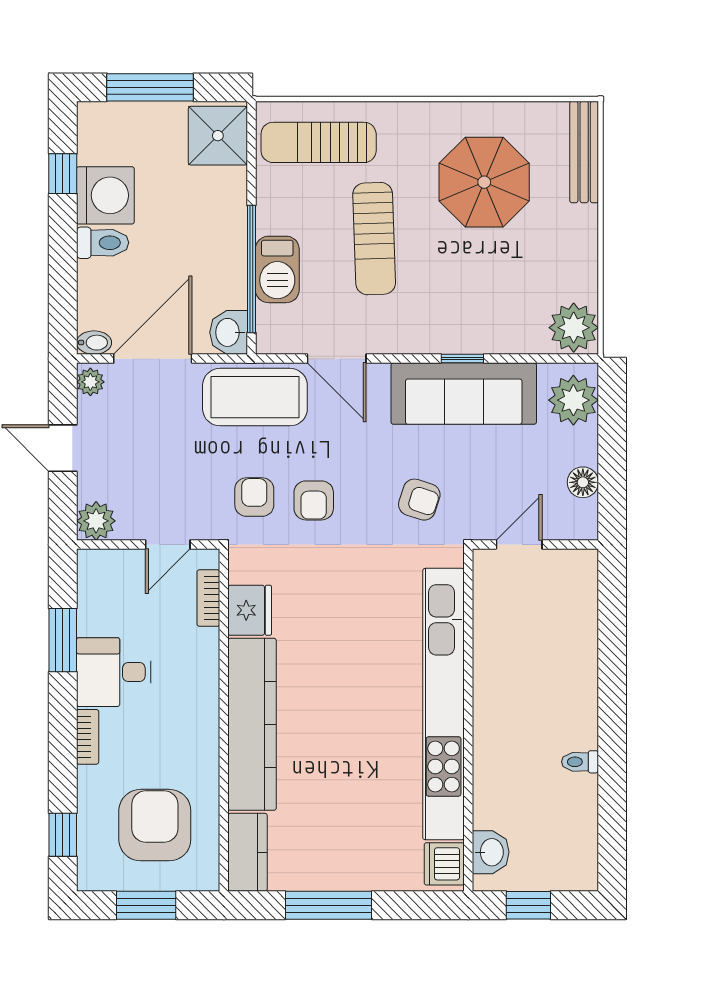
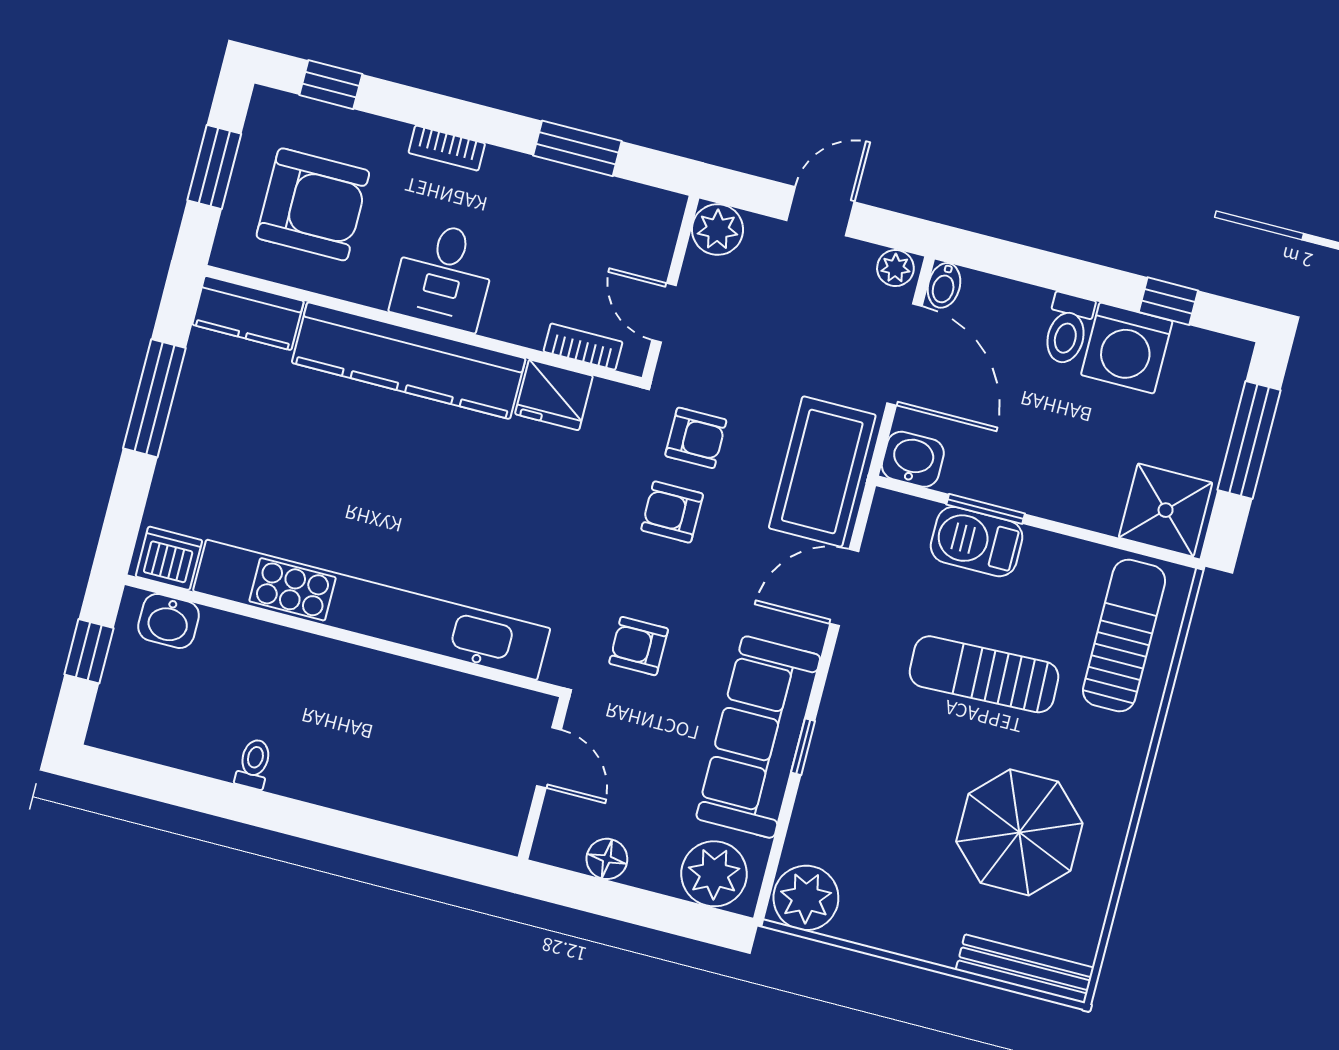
window: (251, 269) -> (986, 509), width x0.47
armchair: (419, 500) -> (639, 646), turned 72
desk: (114, 672) -> (444, 276), moved, turned 180

